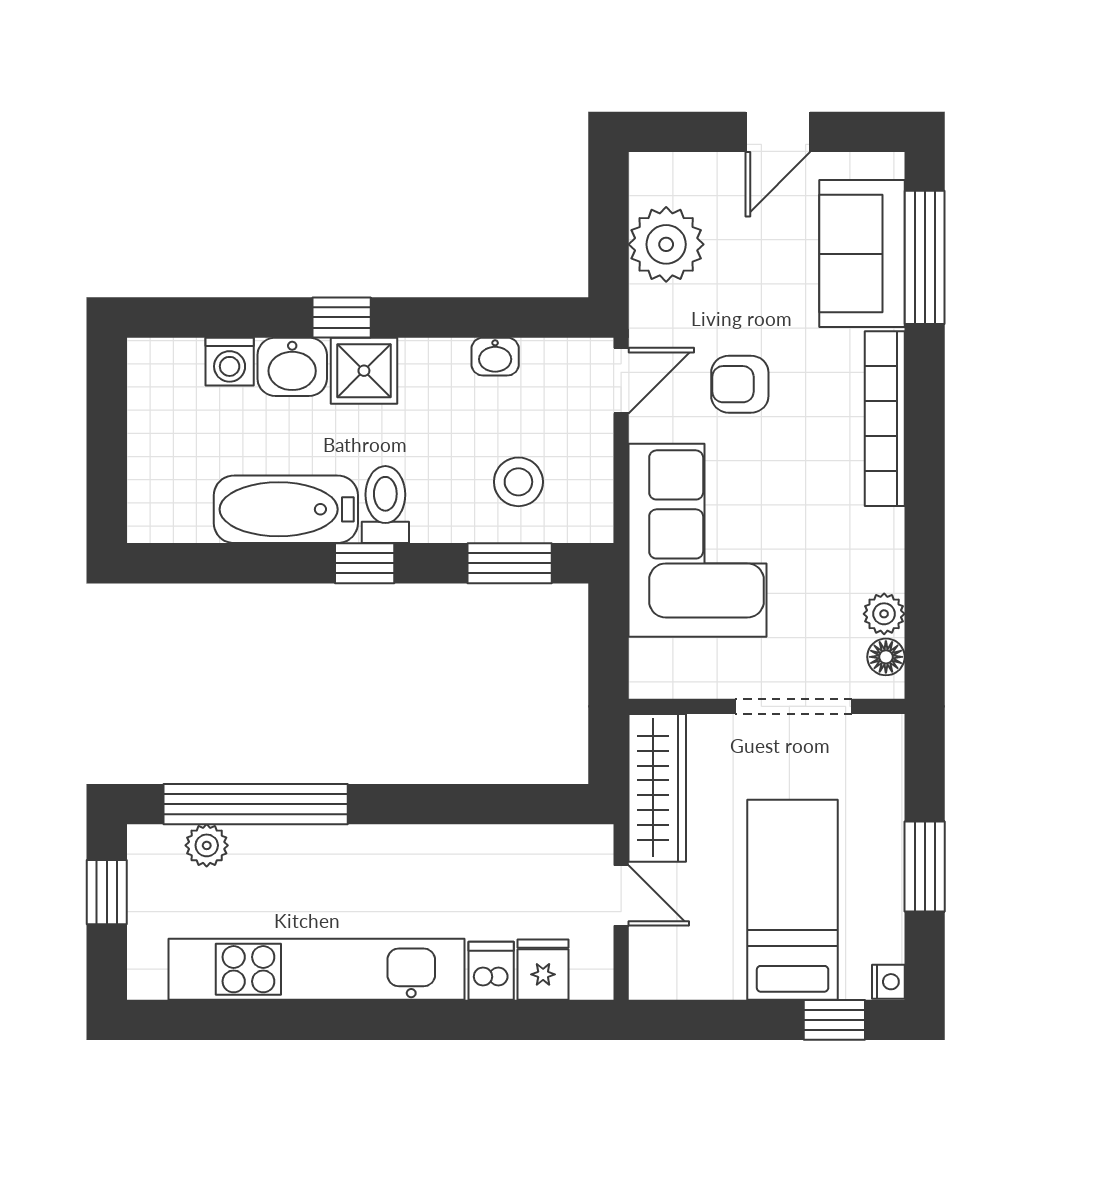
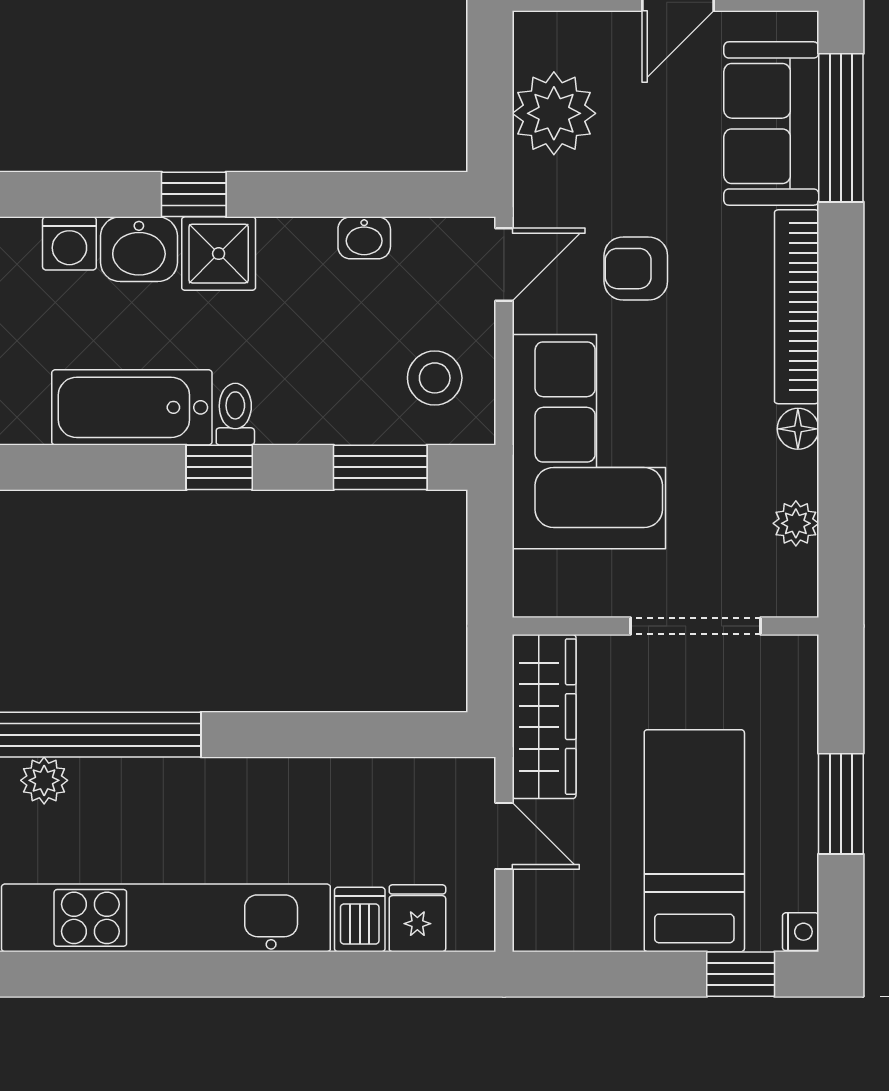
stool: (518, 482) -> (435, 378), moved
toilet: (385, 505) -> (235, 414), width x0.73, depth x0.72
floor lamp: (886, 657) -> (798, 429), moved

